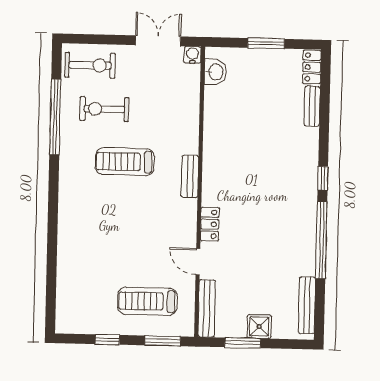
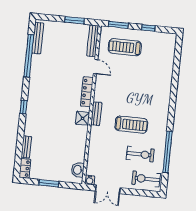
locker: (210, 224) -> (87, 92), width x1.53
window: (321, 240) -> (29, 56), moved
treadmill: (147, 301) -> (125, 47), turned 180
shower: (259, 327) -> (83, 118), moved

